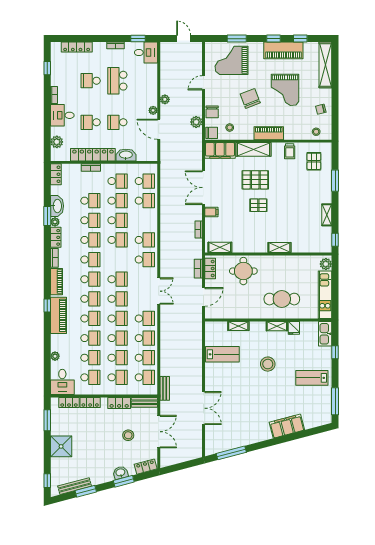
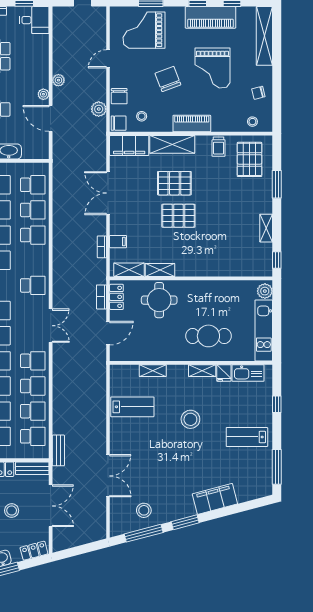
pallet: (314, 161) -> (249, 159), width x1.50, depth x1.42
pallet: (258, 205) -> (178, 216), width x1.50, depth x1.42
filing cabinet: (211, 212) -> (118, 242), moved
school desk: (145, 240) -> (33, 235), moved
shelving: (279, 248) -> (160, 270), moved
kitchen sink: (325, 334) -> (248, 373), moved, turned -90
stool: (231, 435) -> (144, 510), added
window: (264, 444) -> (185, 522), added

